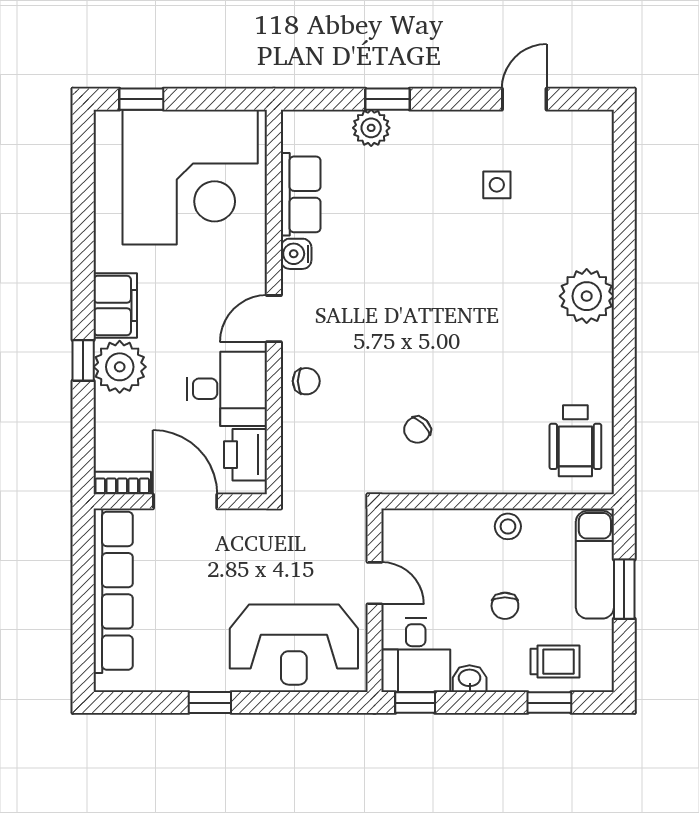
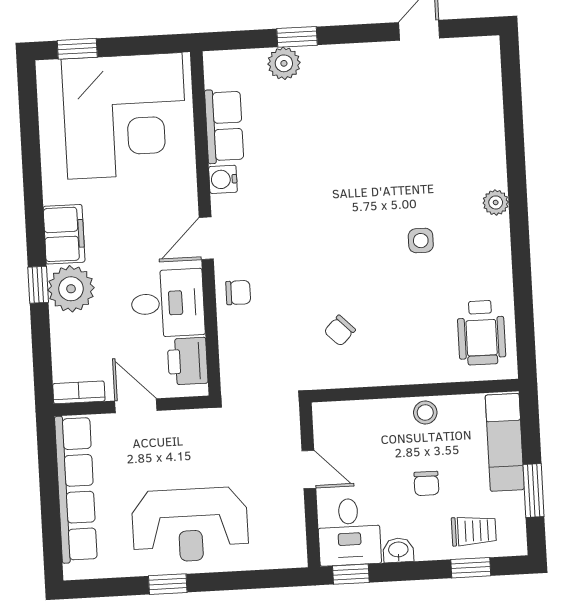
side table: (497, 185) -> (421, 241), moved
plant: (587, 296) -> (496, 202), width x0.53, depth x0.53
door: (185, 501) -> (136, 406), width x0.73
window: (624, 589) -> (534, 490), moved
reception desk: (294, 645) -> (190, 525), moved

